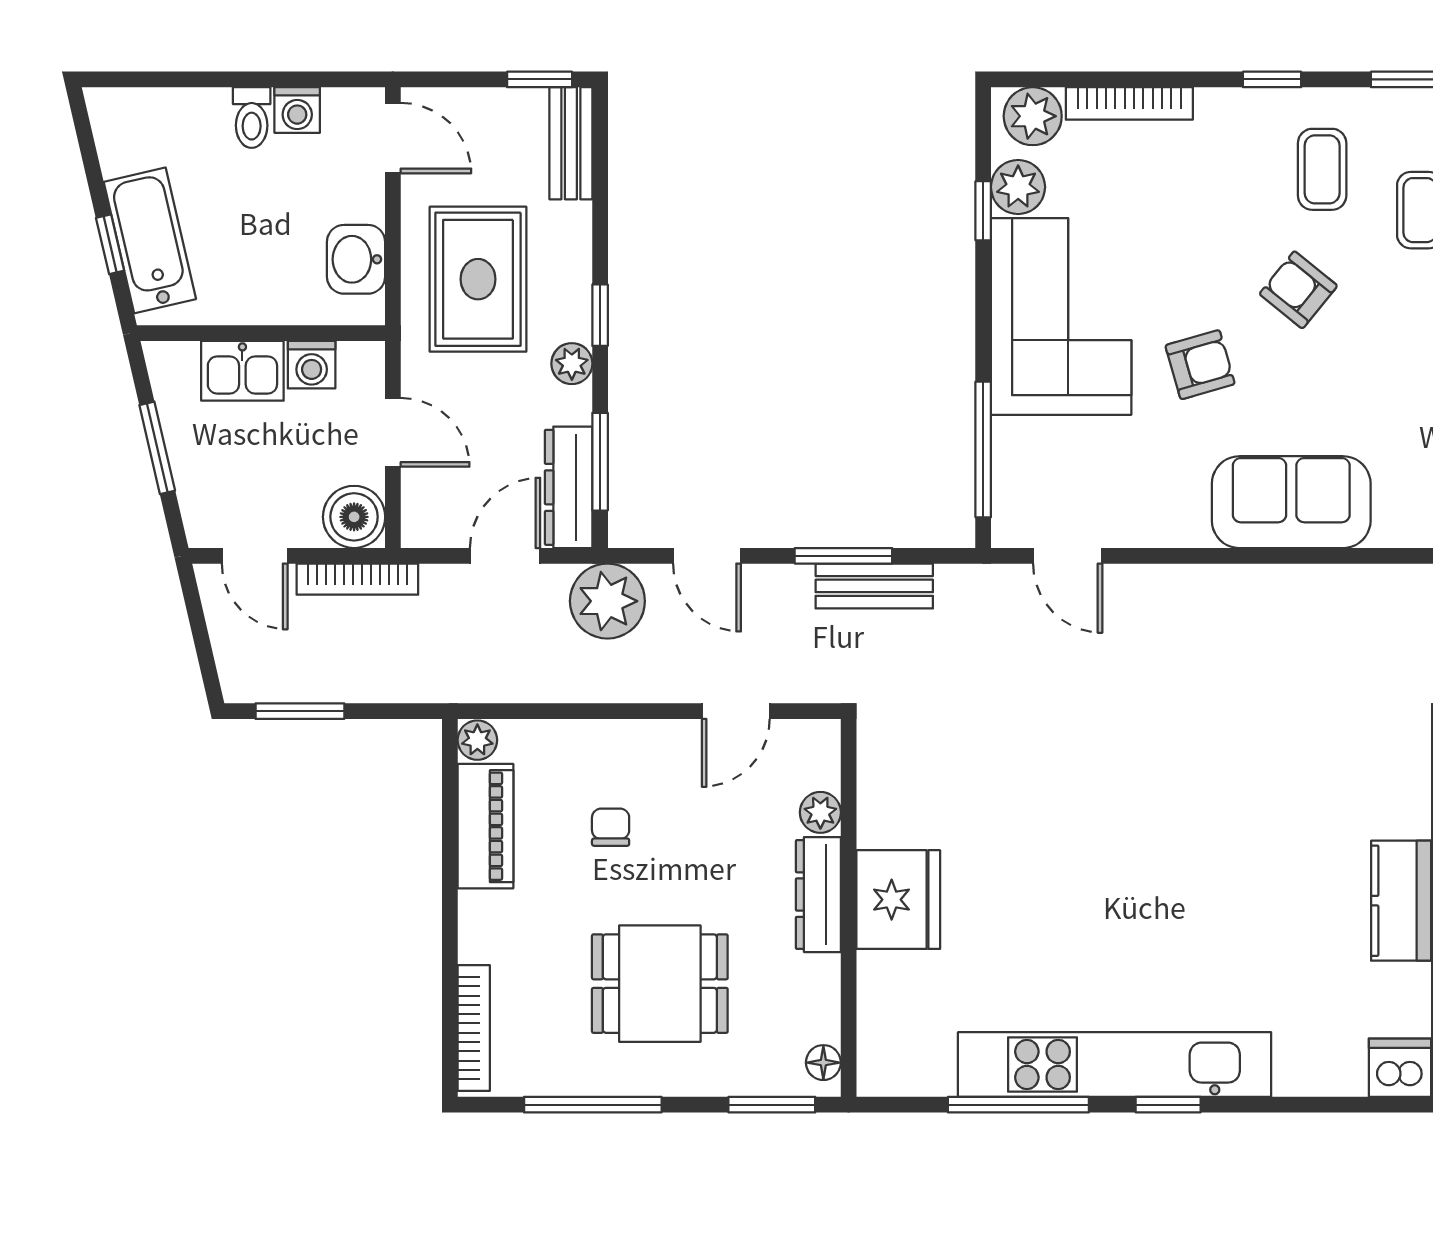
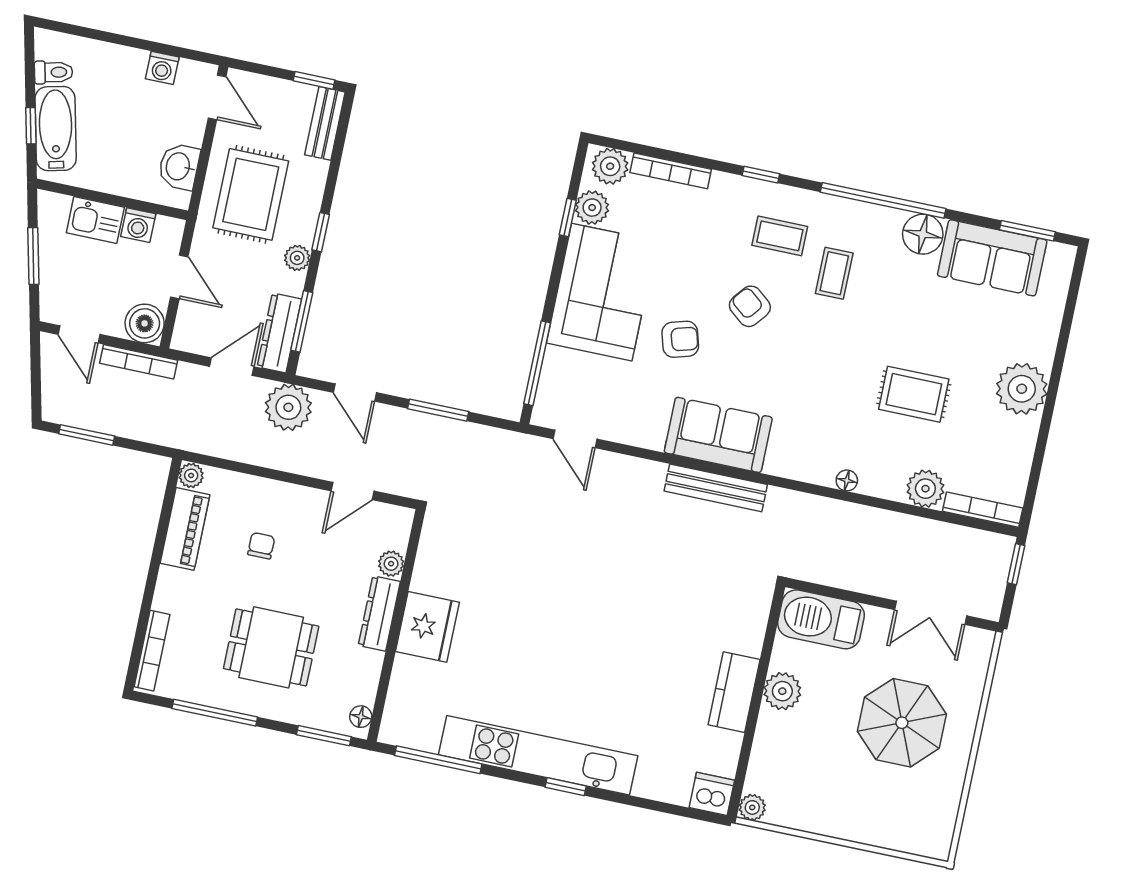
toilet: (252, 118) -> (54, 72), moved, turned -103
coffee table: (1322, 169) -> (780, 236), turned 90
bench: (874, 586) -> (716, 488), moved, width x1.36
window: (1018, 1105) -> (438, 760), moved

